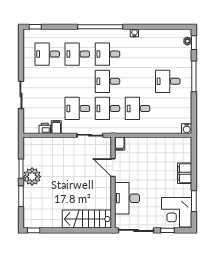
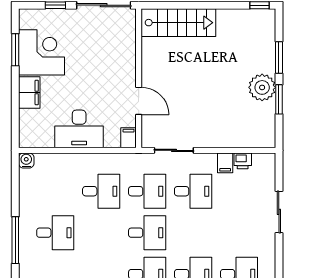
desk: (127, 198) -> (79, 129), moved, turned 90
corner desk: (177, 212) -> (41, 52), moved

